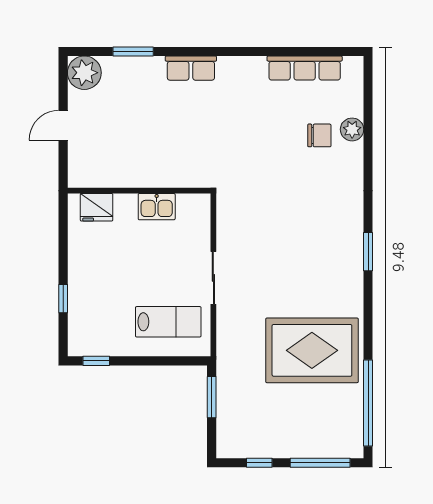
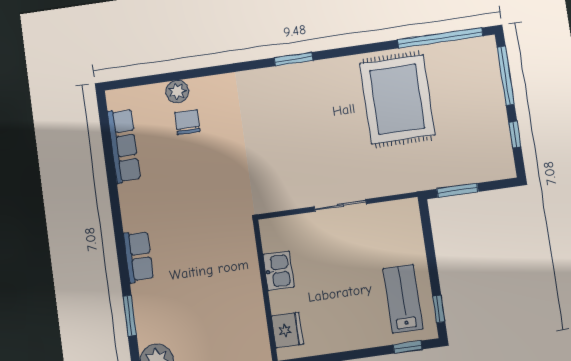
window: (63, 299) -> (408, 347), moved
lab bench: (168, 322) -> (403, 299), moved

